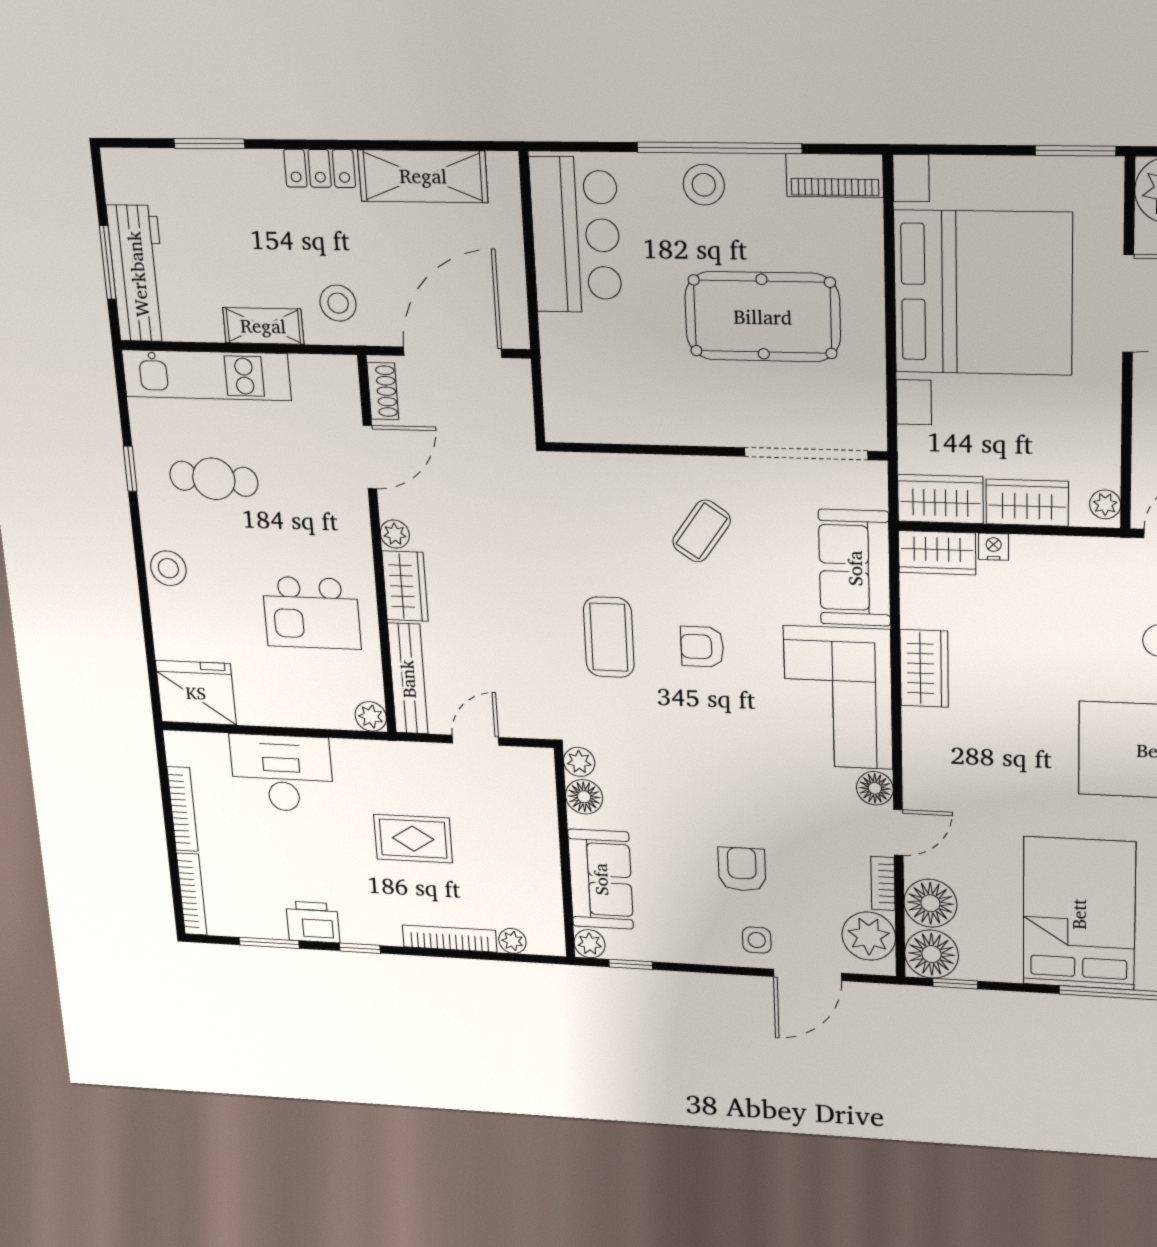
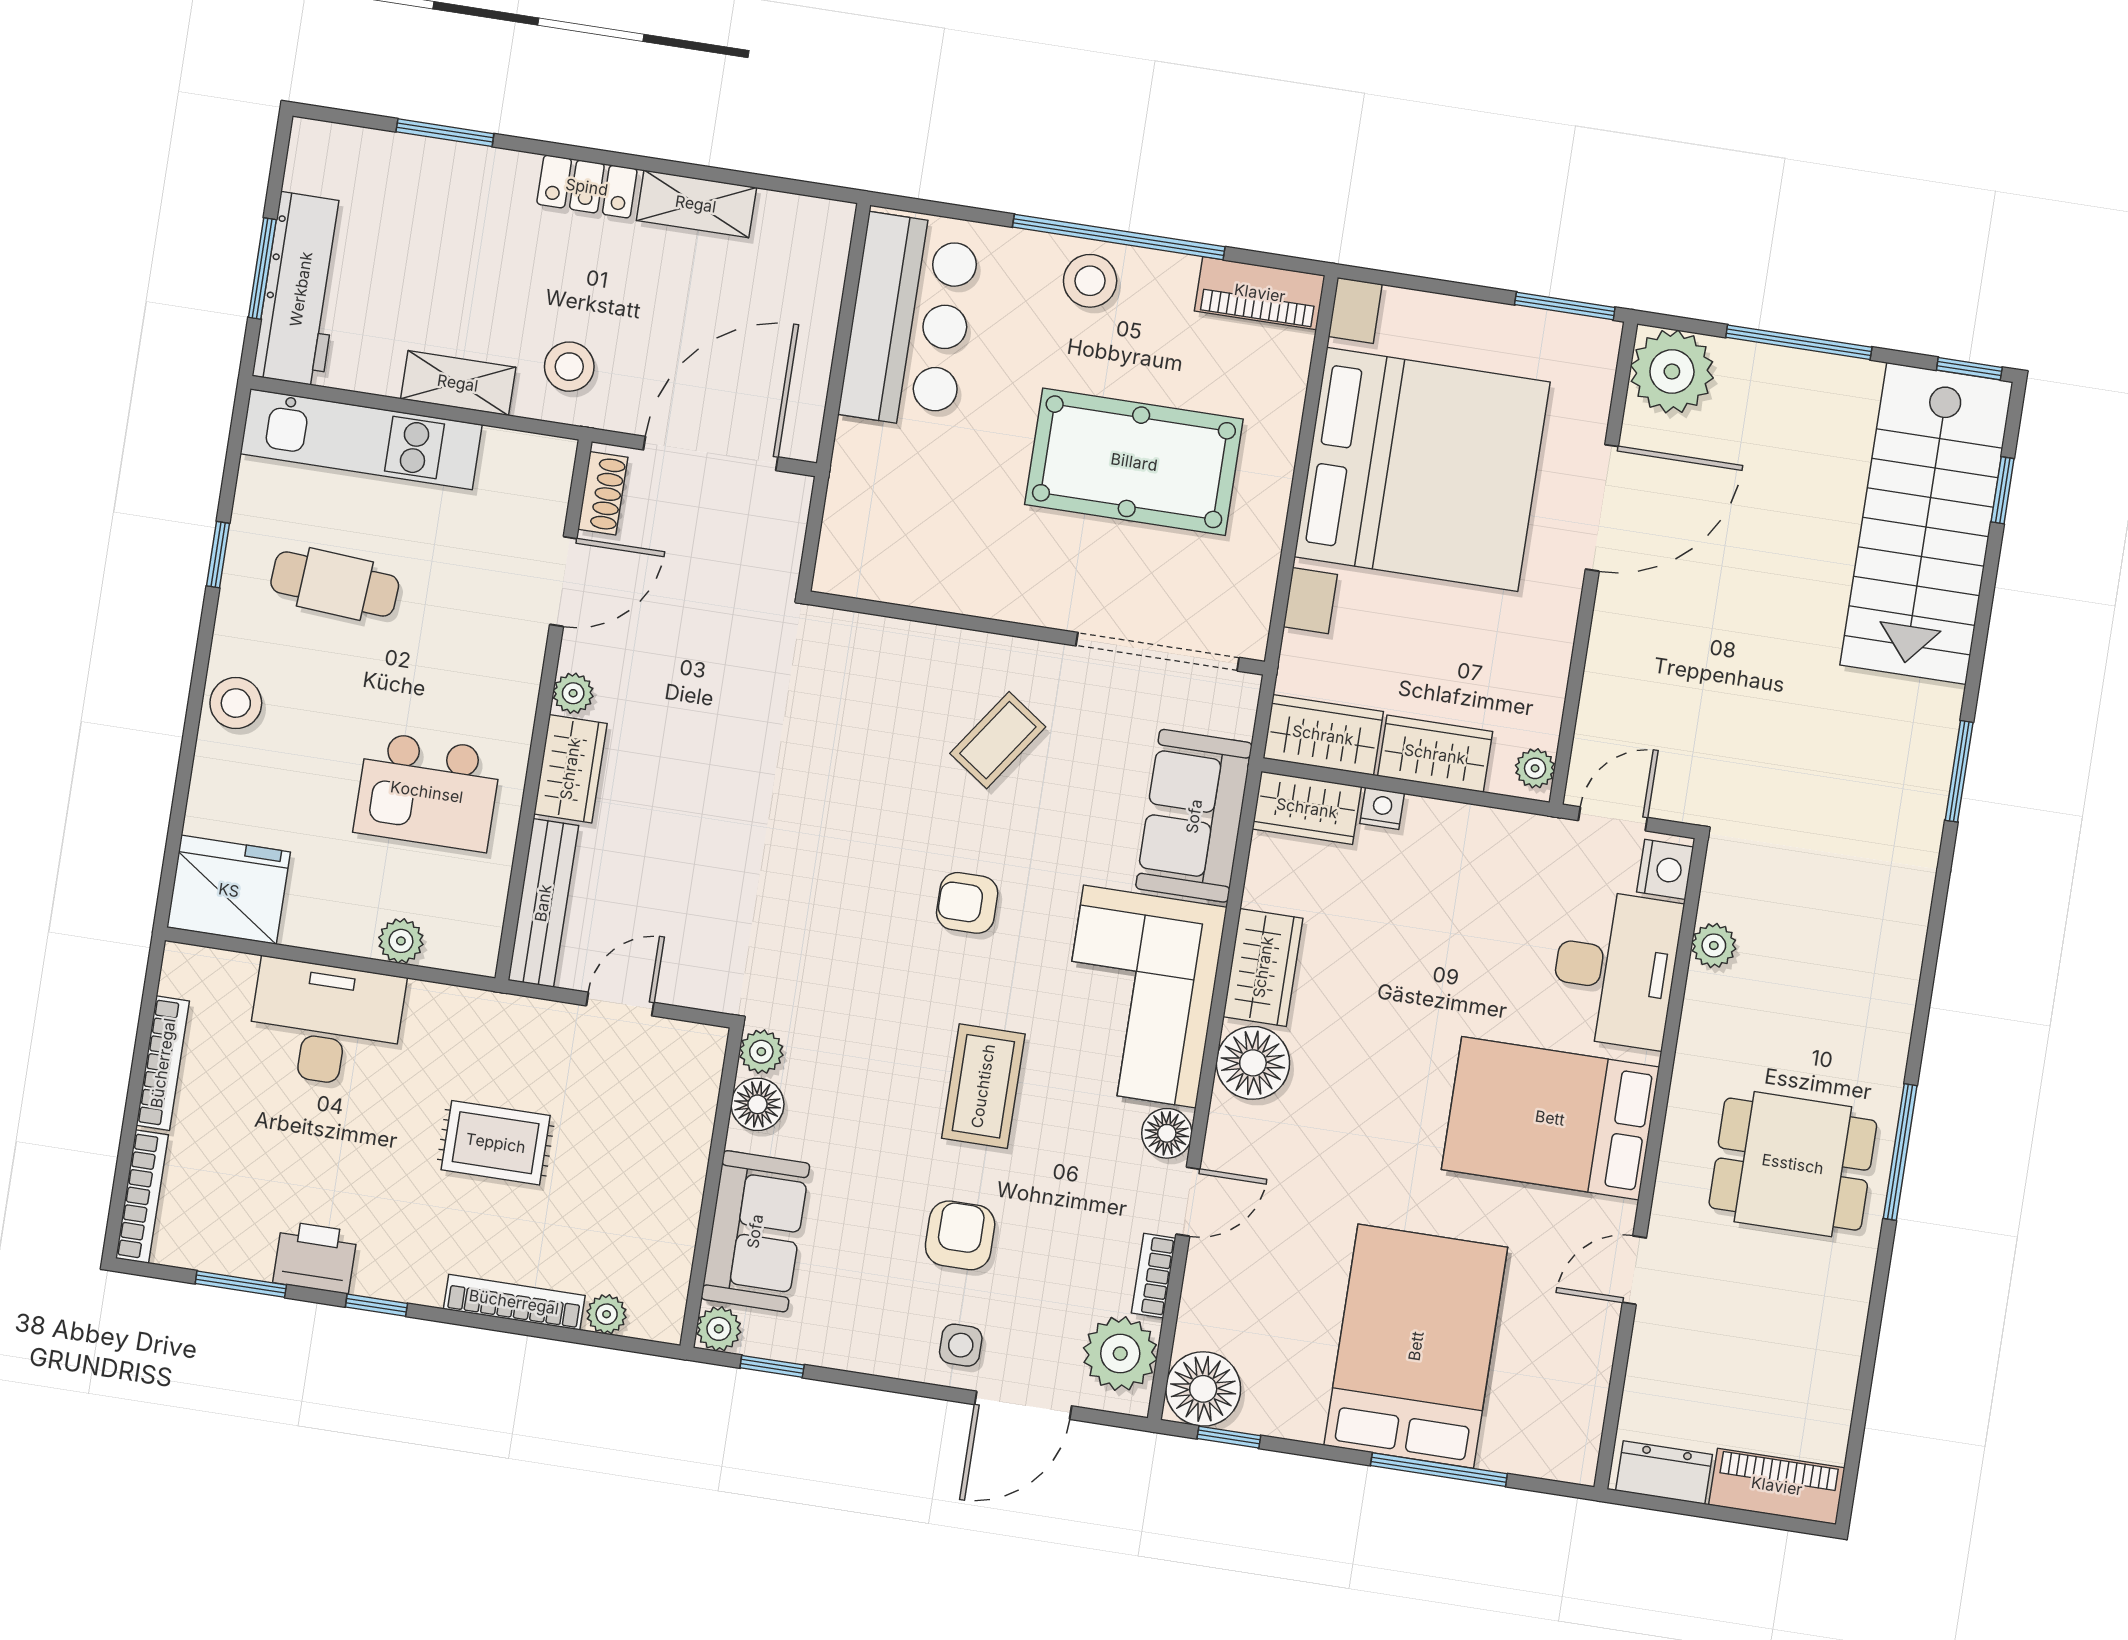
shelving: (423, 176) -> (696, 204), width x0.67, depth x0.75
coffee table: (609, 637) -> (983, 1086), moved
plant: (371, 716) -> (401, 941), moved
floor lamp: (930, 903) -> (1253, 1063), moved

